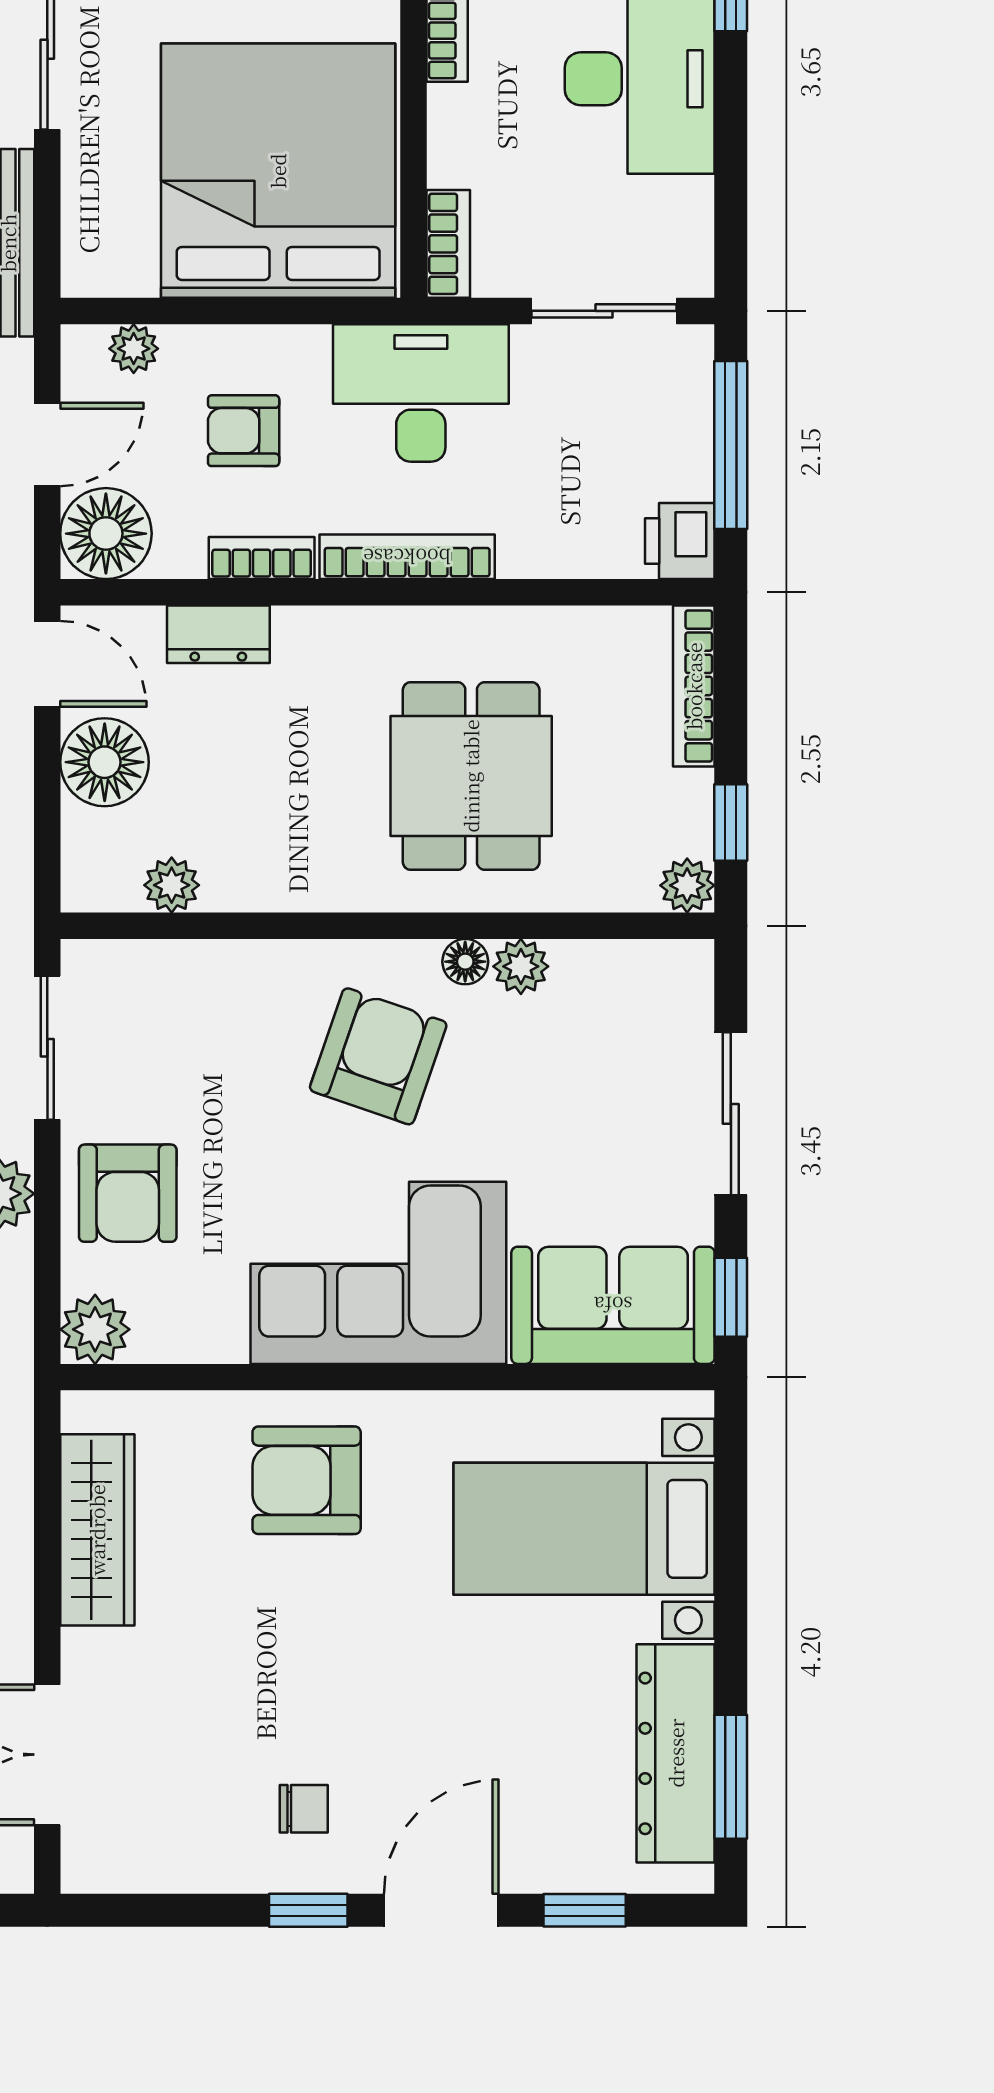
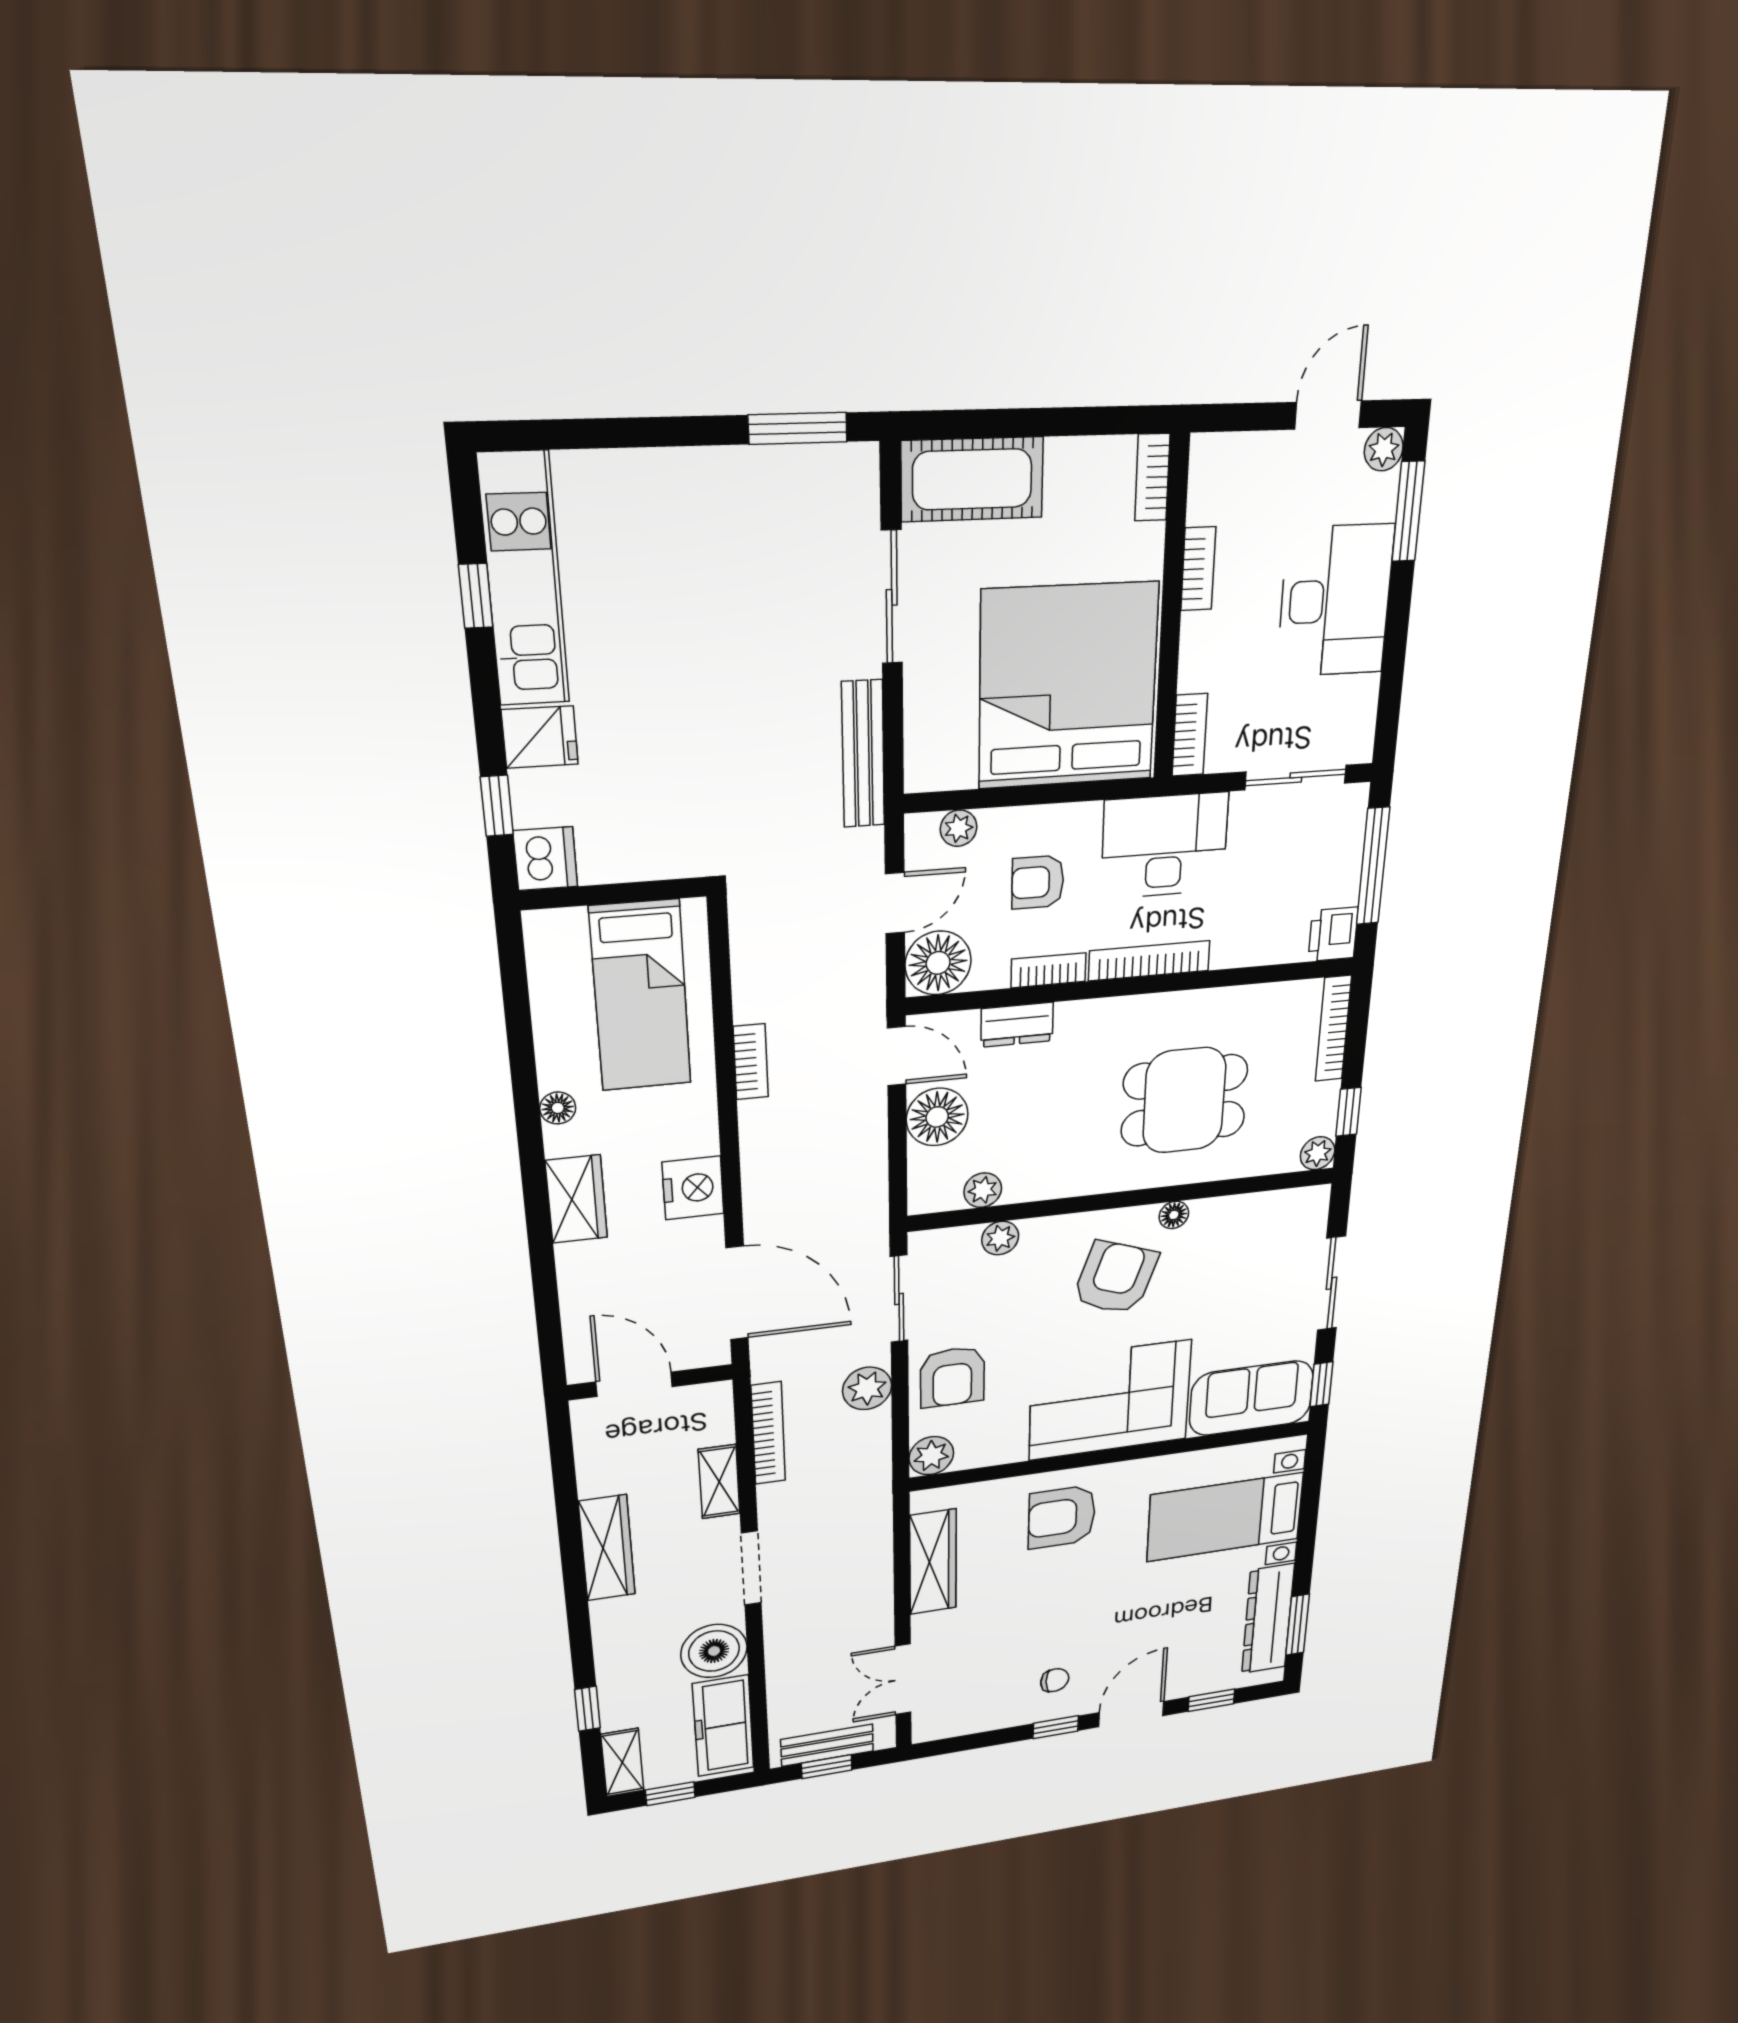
dining table: (471, 776) -> (1184, 1100), turned 90
plant: (521, 966) -> (1000, 1238), moved

